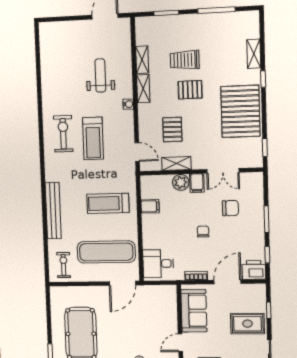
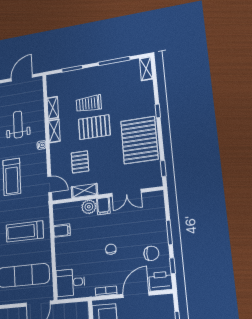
shelving: (254, 54) -> (146, 69), moved
pallet: (190, 90) -> (94, 127), width x1.50, depth x1.42
chair: (230, 208) -> (151, 253), moved

